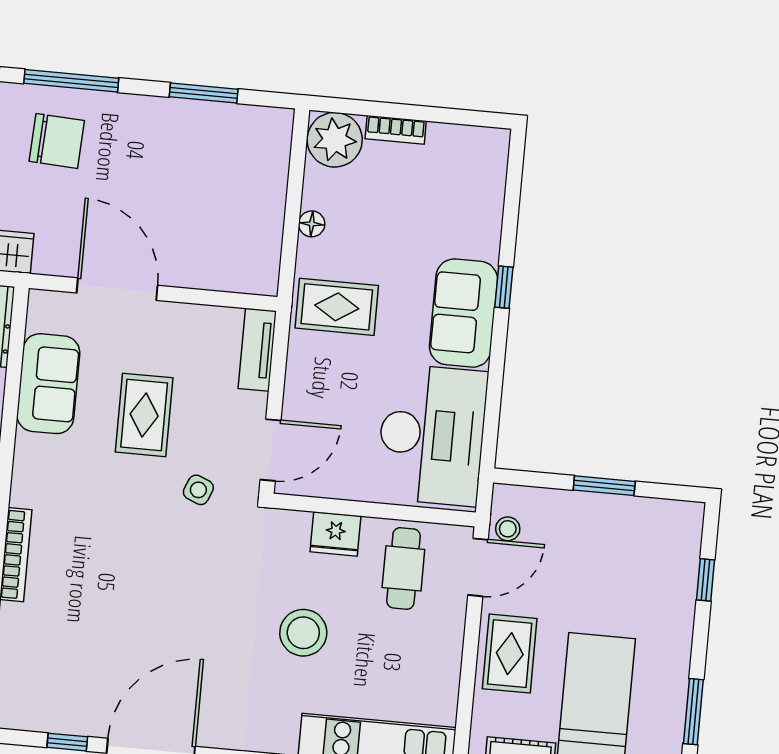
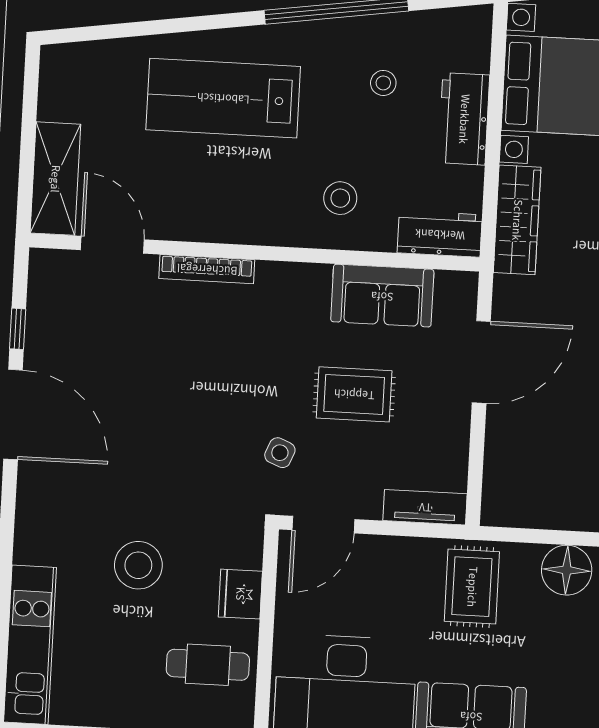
floor lamp: (312, 224) -> (567, 570), width x1.89, depth x1.89
door: (271, 450) -> (323, 525), hinge flipped

